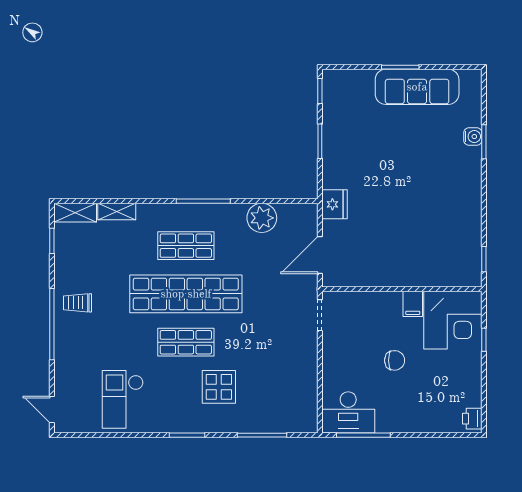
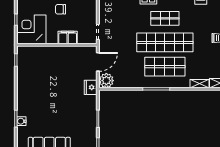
plant: (262, 218) -> (106, 81), moved
shop shelf: (186, 246) -> (165, 67), width x1.43, depth x1.36
filing cabinet: (413, 304) -> (68, 38), moved, width x2.00

